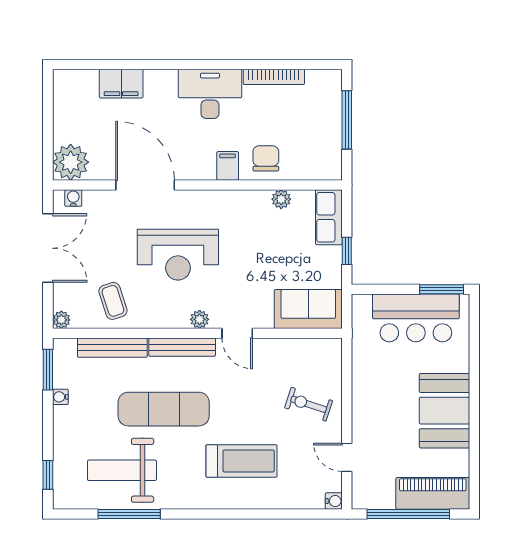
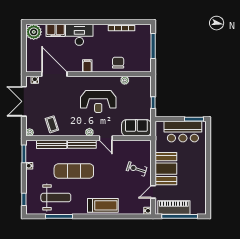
desk: (210, 94) -> (79, 35), moved
plant: (71, 162) -> (34, 32), moved
filing cabinet: (228, 166) -> (87, 66), moved
door: (145, 185) -> (54, 74), moved
row of seats: (329, 217) -> (145, 88), removed
double door: (48, 248) -> (24, 101), swing flipped
reception desk: (178, 255) -> (98, 102), moved
booth: (445, 411) -> (166, 169), moved
door: (347, 457) -> (153, 192), hinge flipped
treadmill: (242, 461) -> (103, 205), moved
weight bench: (122, 470) -> (56, 197), turned 180
piano: (433, 493) -> (174, 207), moved

